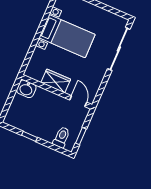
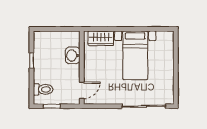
wardrobe: (56, 81) -> (101, 38), moved, turned 90
washbasin: (26, 89) -> (73, 55), moved

